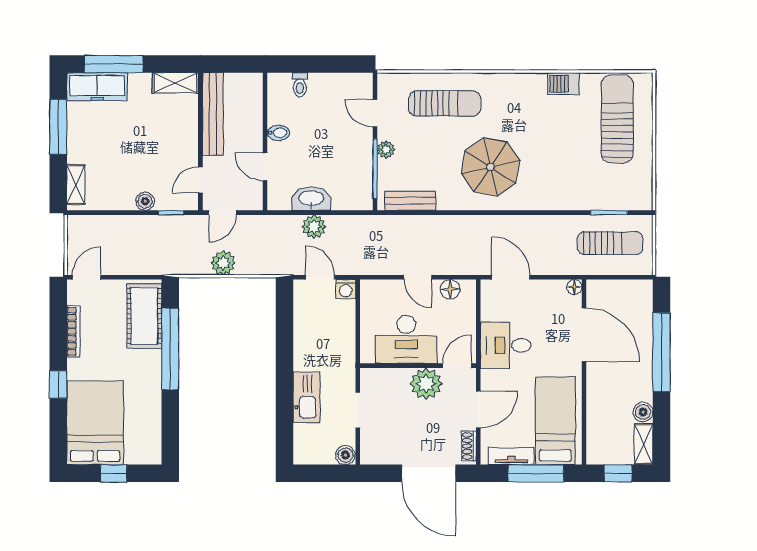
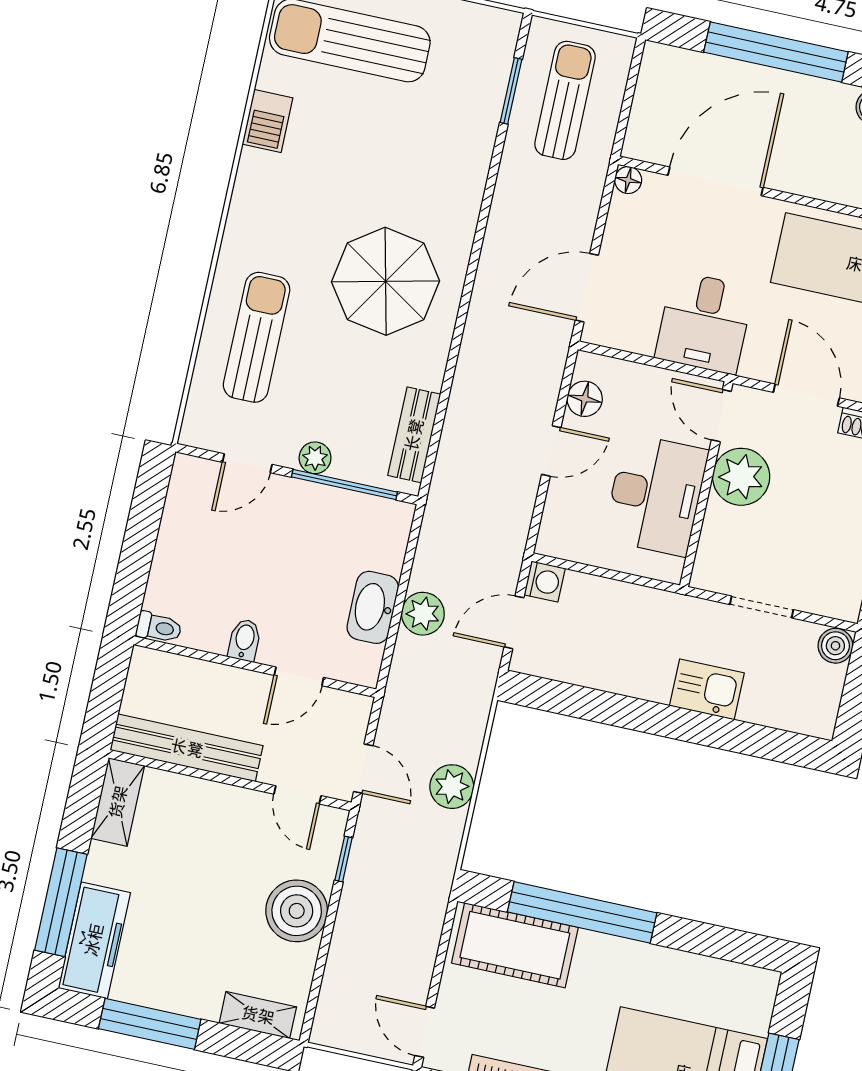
toilet: (300, 85) -> (159, 627), moved
boiler: (145, 201) -> (297, 911), width x1.86, depth x1.86
kitchen sink: (306, 397) -> (707, 689), width x0.73

